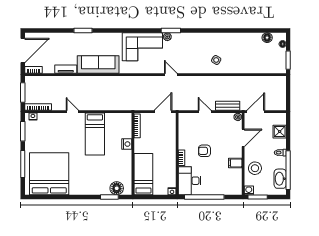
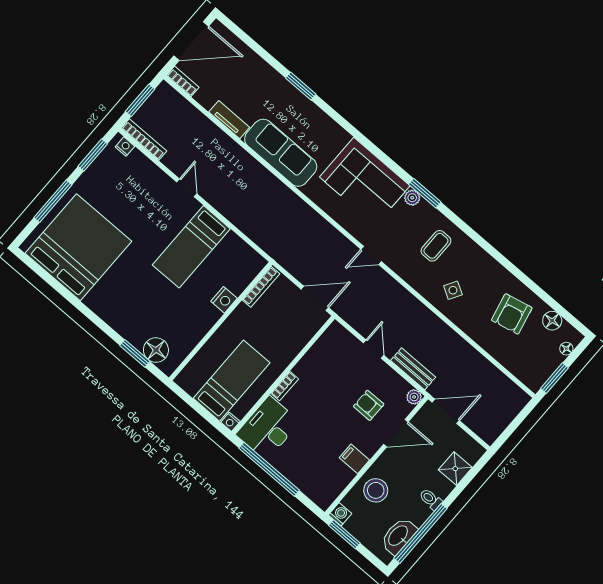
coffee table: (194, 48) -> (436, 246), added
armchair: (248, 49) -> (512, 314), added
door: (171, 75) -> (371, 255), swing flipped
armchair: (204, 151) -> (369, 405), moved
bed: (143, 174) -> (232, 381), moved

